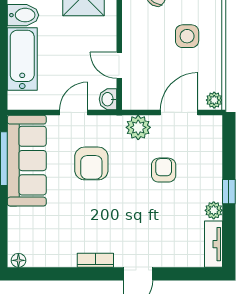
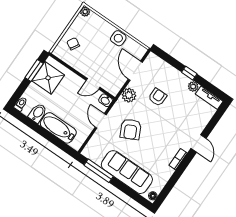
side table: (187, 36) -> (118, 38), moved
plant: (214, 100) -> (141, 50), removed
sofa: (27, 161) -> (127, 172), moved
armchair: (91, 163) -> (131, 129), turned 64
armchair: (164, 170) -> (158, 97), turned 90

